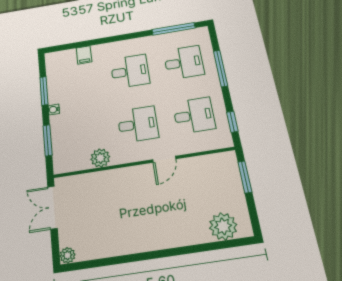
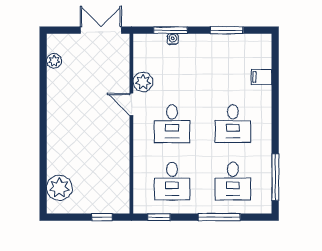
water cooler: (54, 110) -> (173, 39), moved
door: (164, 159) -> (131, 104), moved
window: (245, 177) -> (102, 217), width x0.67
plant: (67, 255) -> (54, 61), moved

